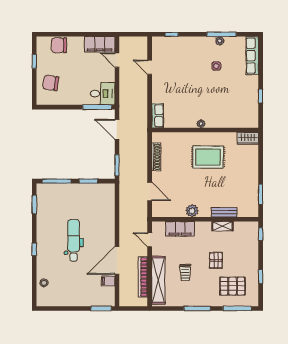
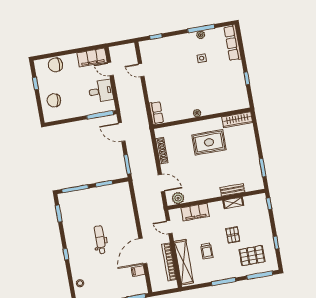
desk: (103, 94) -> (101, 91), moved
wardrobe: (248, 138) -> (237, 120), width x1.50
plant: (192, 211) -> (178, 198), moved
dental chair: (74, 240) -> (100, 240), width x0.73, depth x0.72

